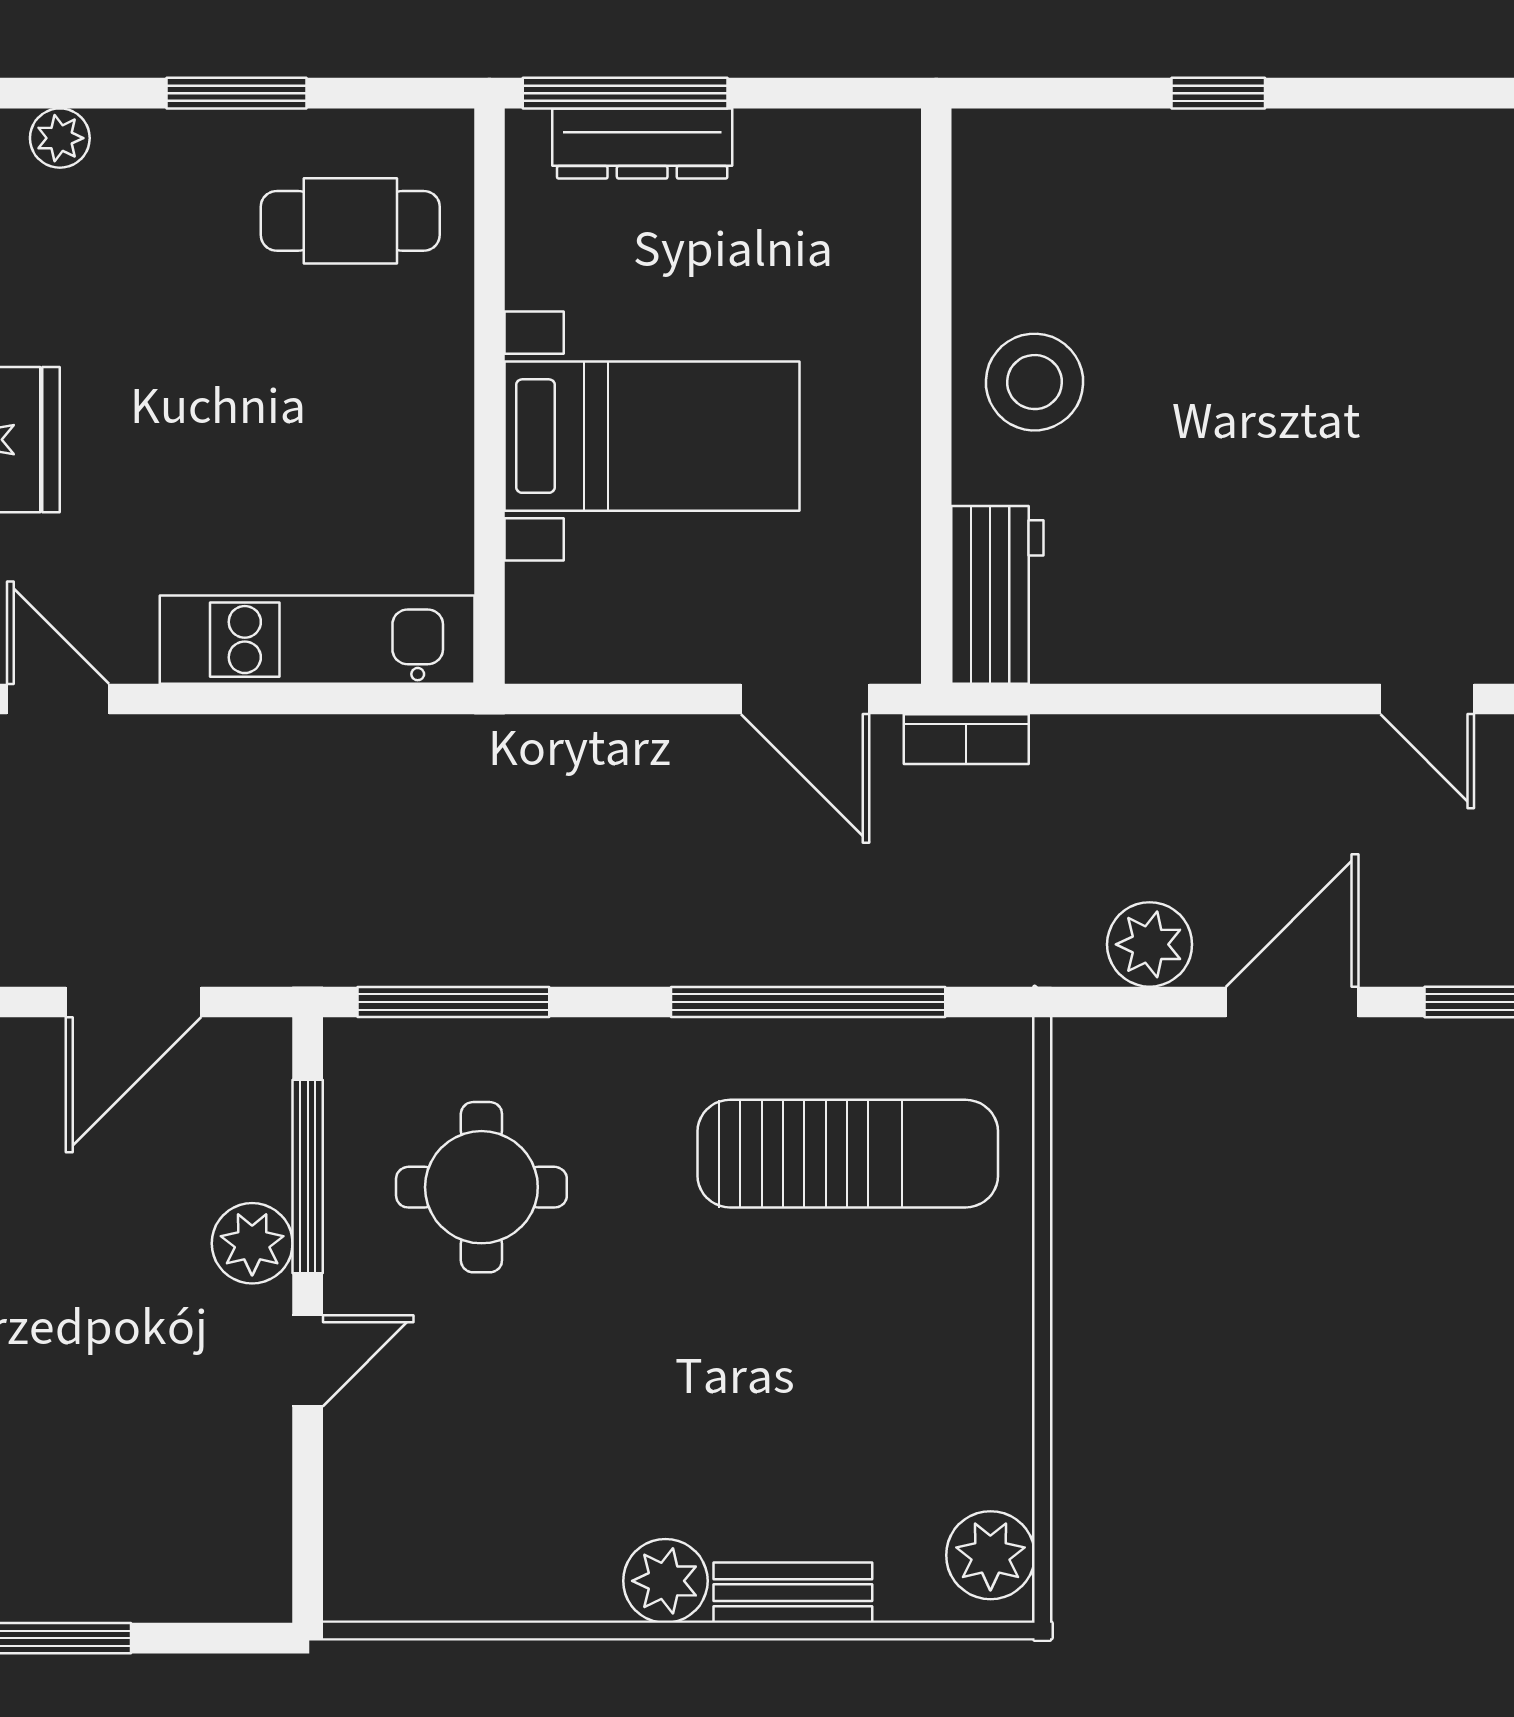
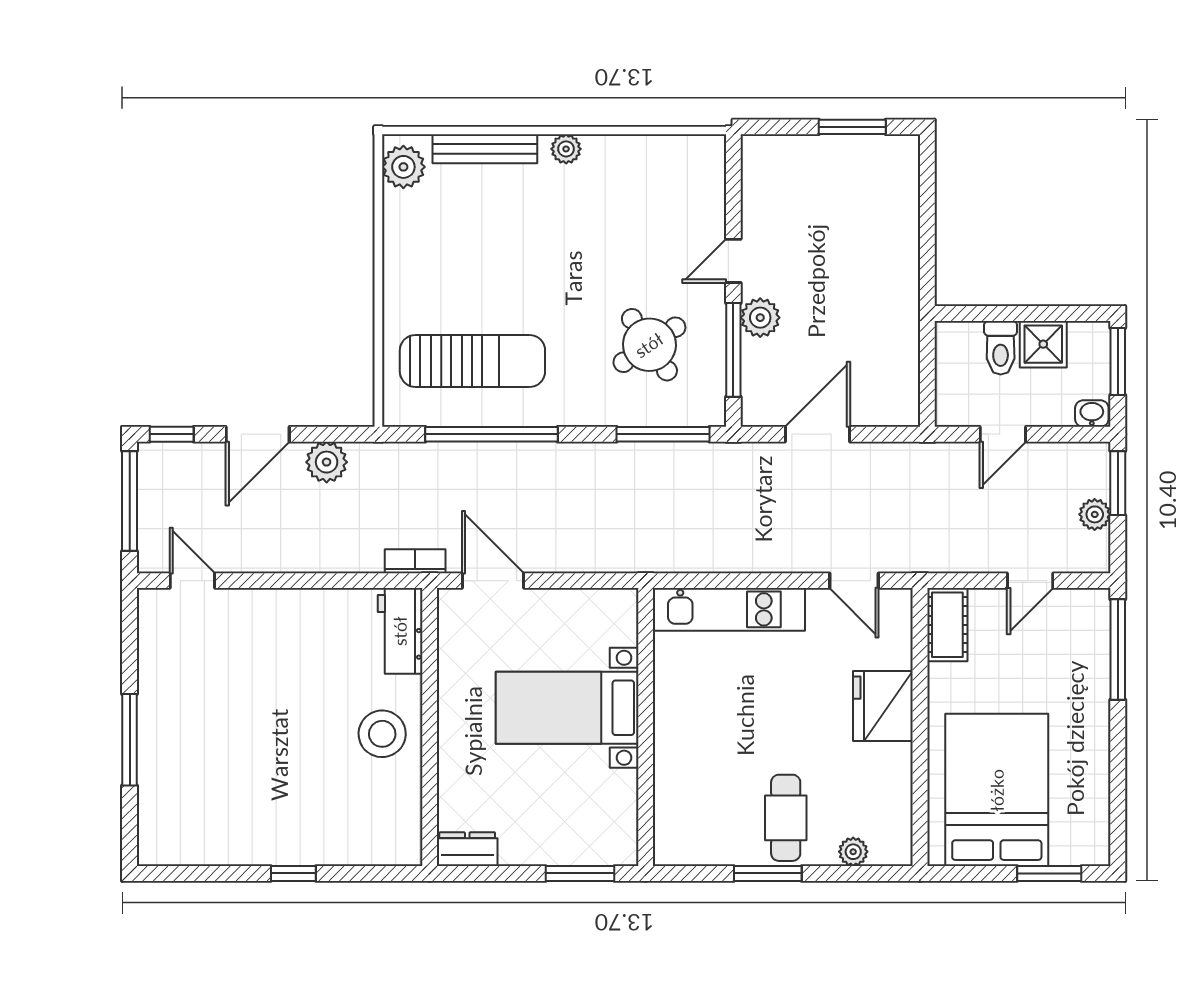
window: (625, 93) -> (580, 873), width x0.69
dresser: (642, 143) -> (467, 849), moved, width x0.70
cafe table: (350, 221) -> (786, 818), moved, turned 90
sun lounger: (848, 1154) -> (472, 361), turned 180
round table: (481, 1187) -> (649, 345), turned -34
plant: (665, 1581) -> (566, 149), width x0.73, depth x0.73
bench: (793, 1593) -> (485, 149), width x1.36

